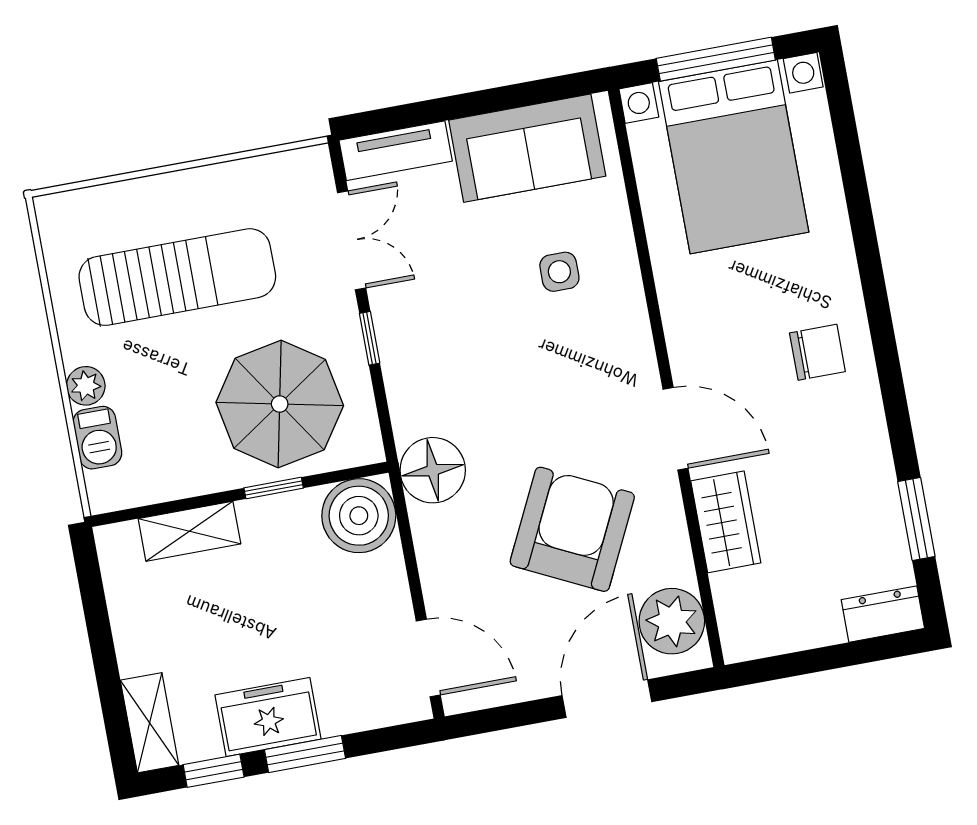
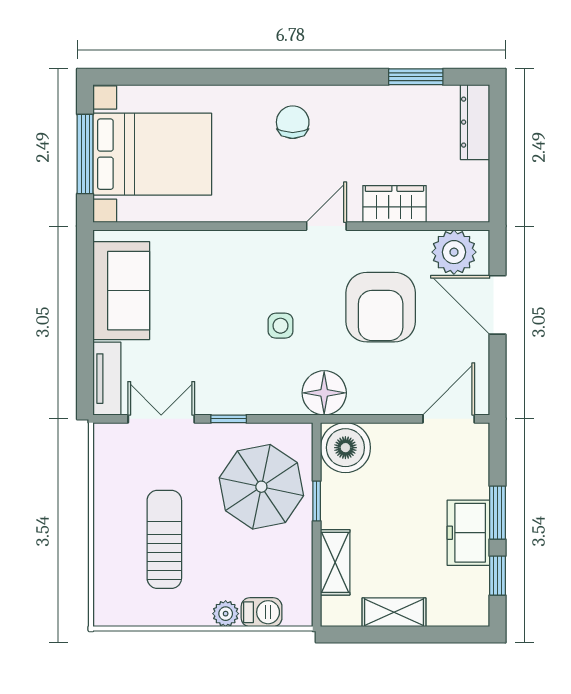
side table: (559, 272) -> (281, 326), moved
sun lounger: (177, 277) -> (164, 539), width x0.73, depth x0.75
door: (675, 429) -> (326, 226), width x0.73
armchair: (572, 529) -> (381, 307), turned -116
dresser: (883, 614) -> (475, 122), width x1.44
shelving: (150, 723) -> (394, 612), moved

